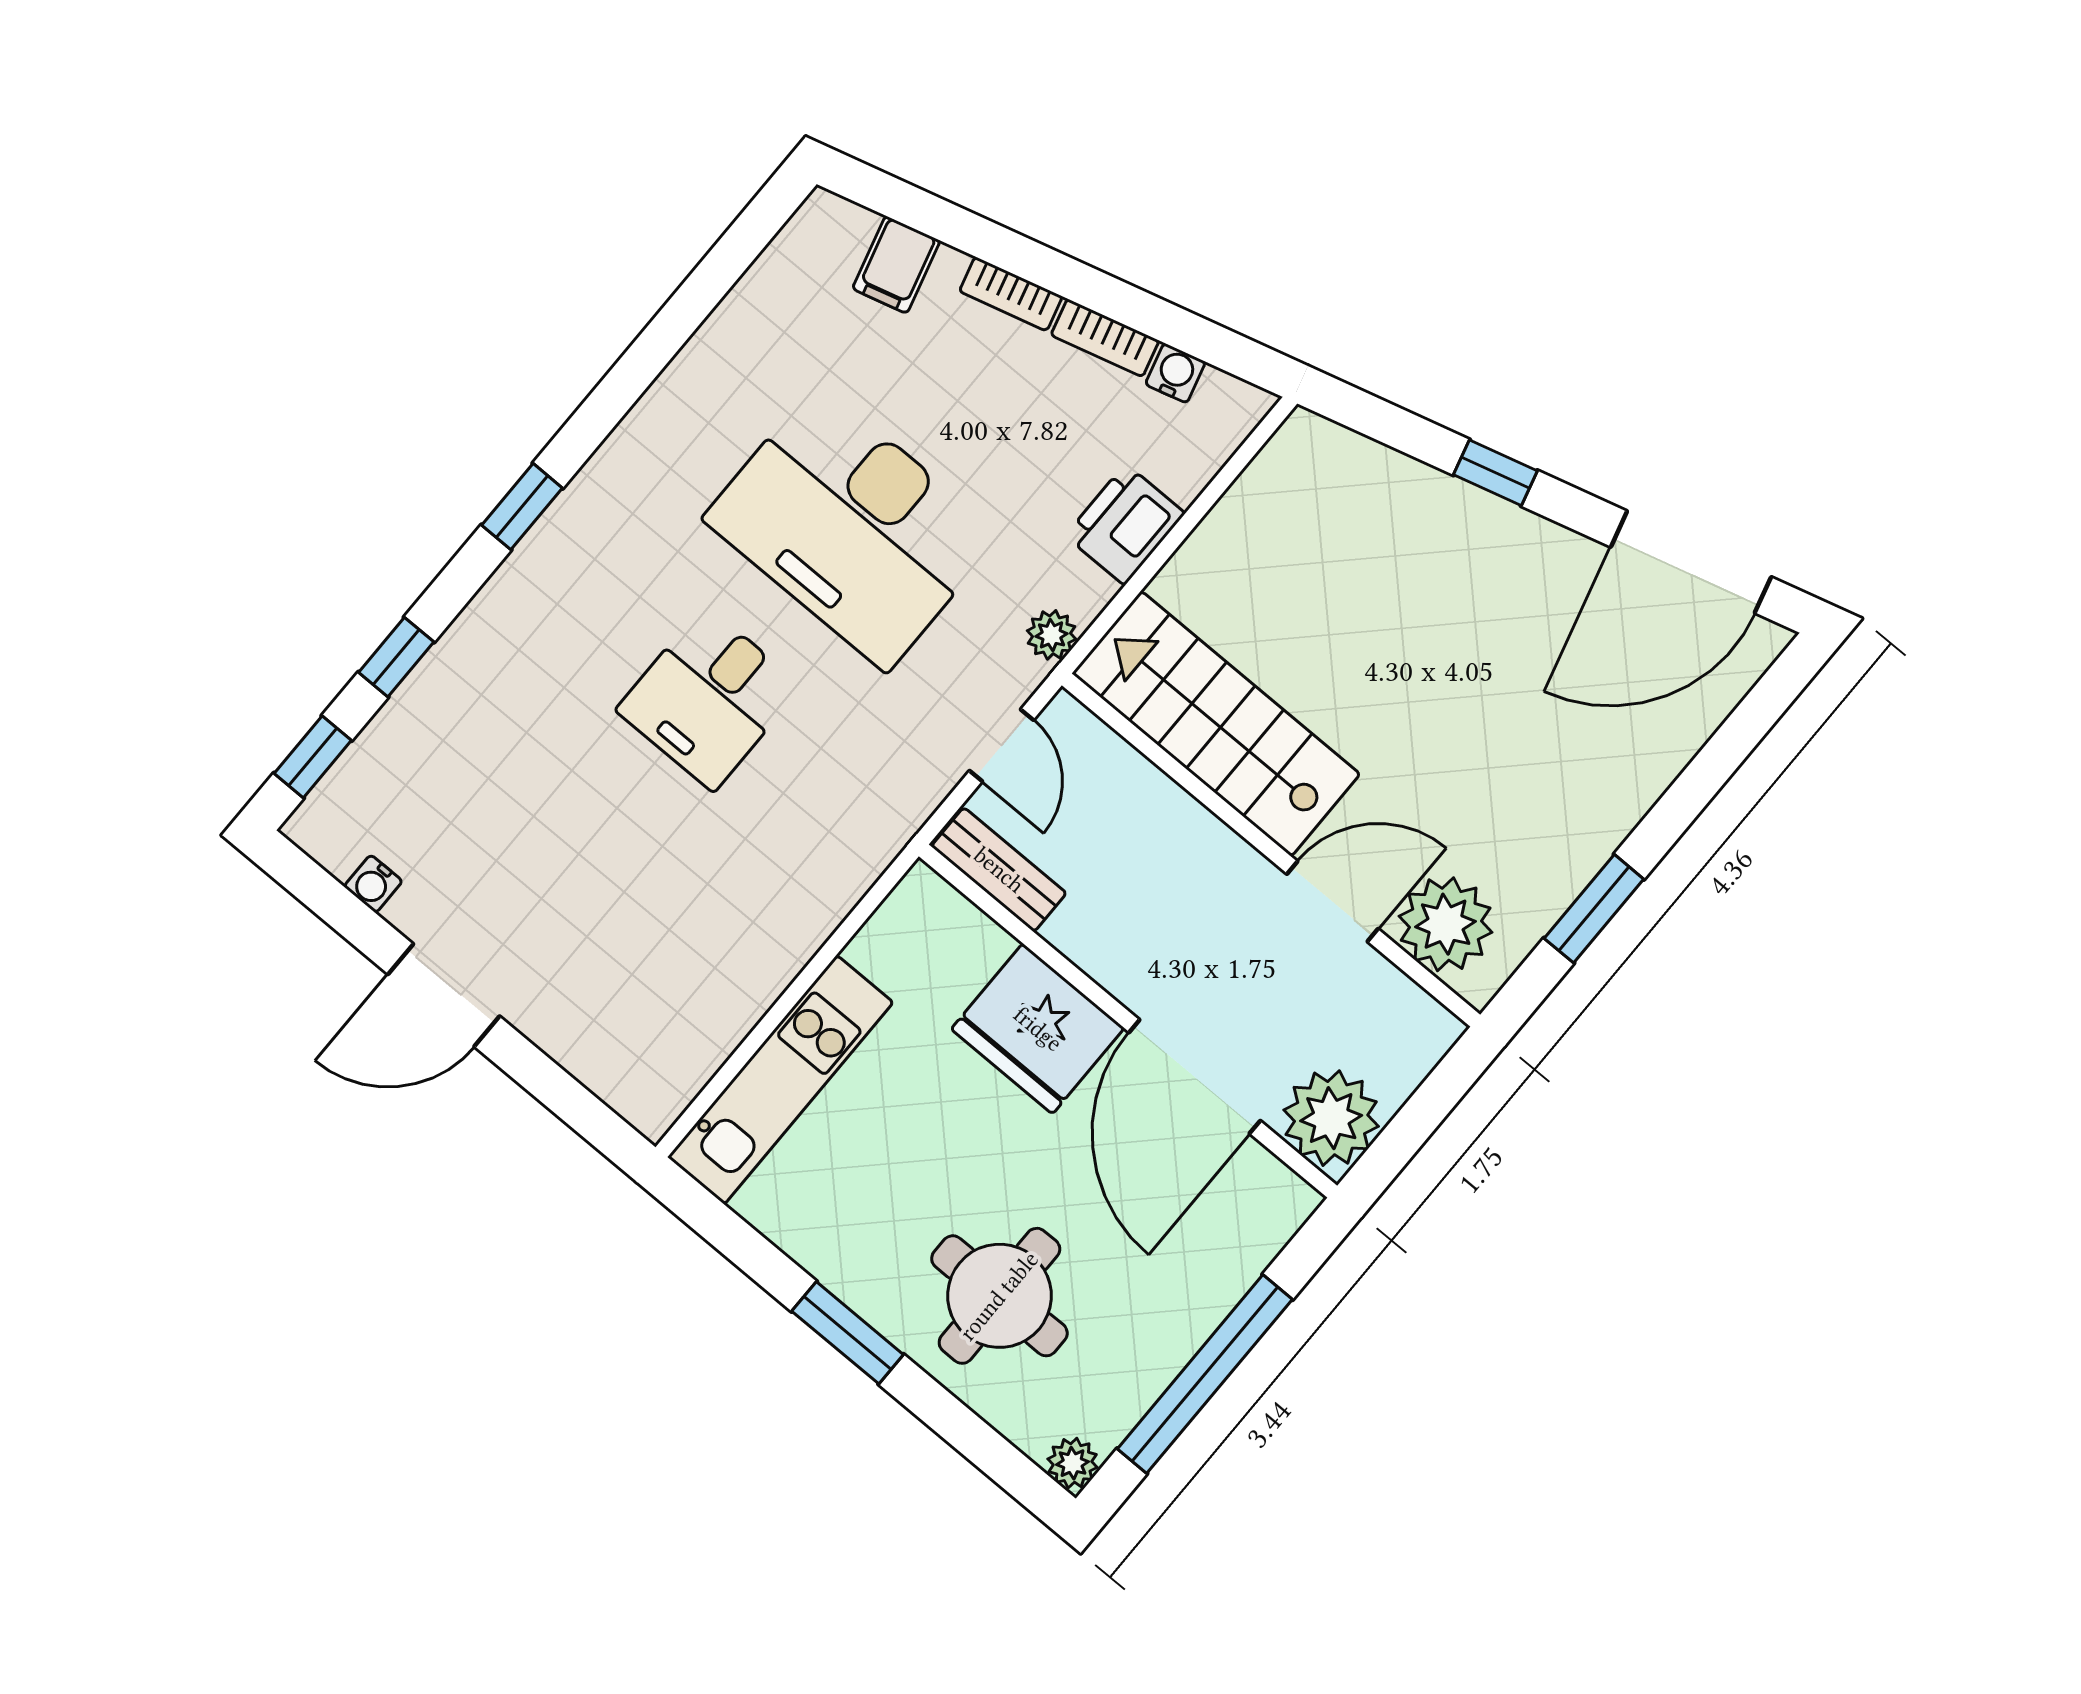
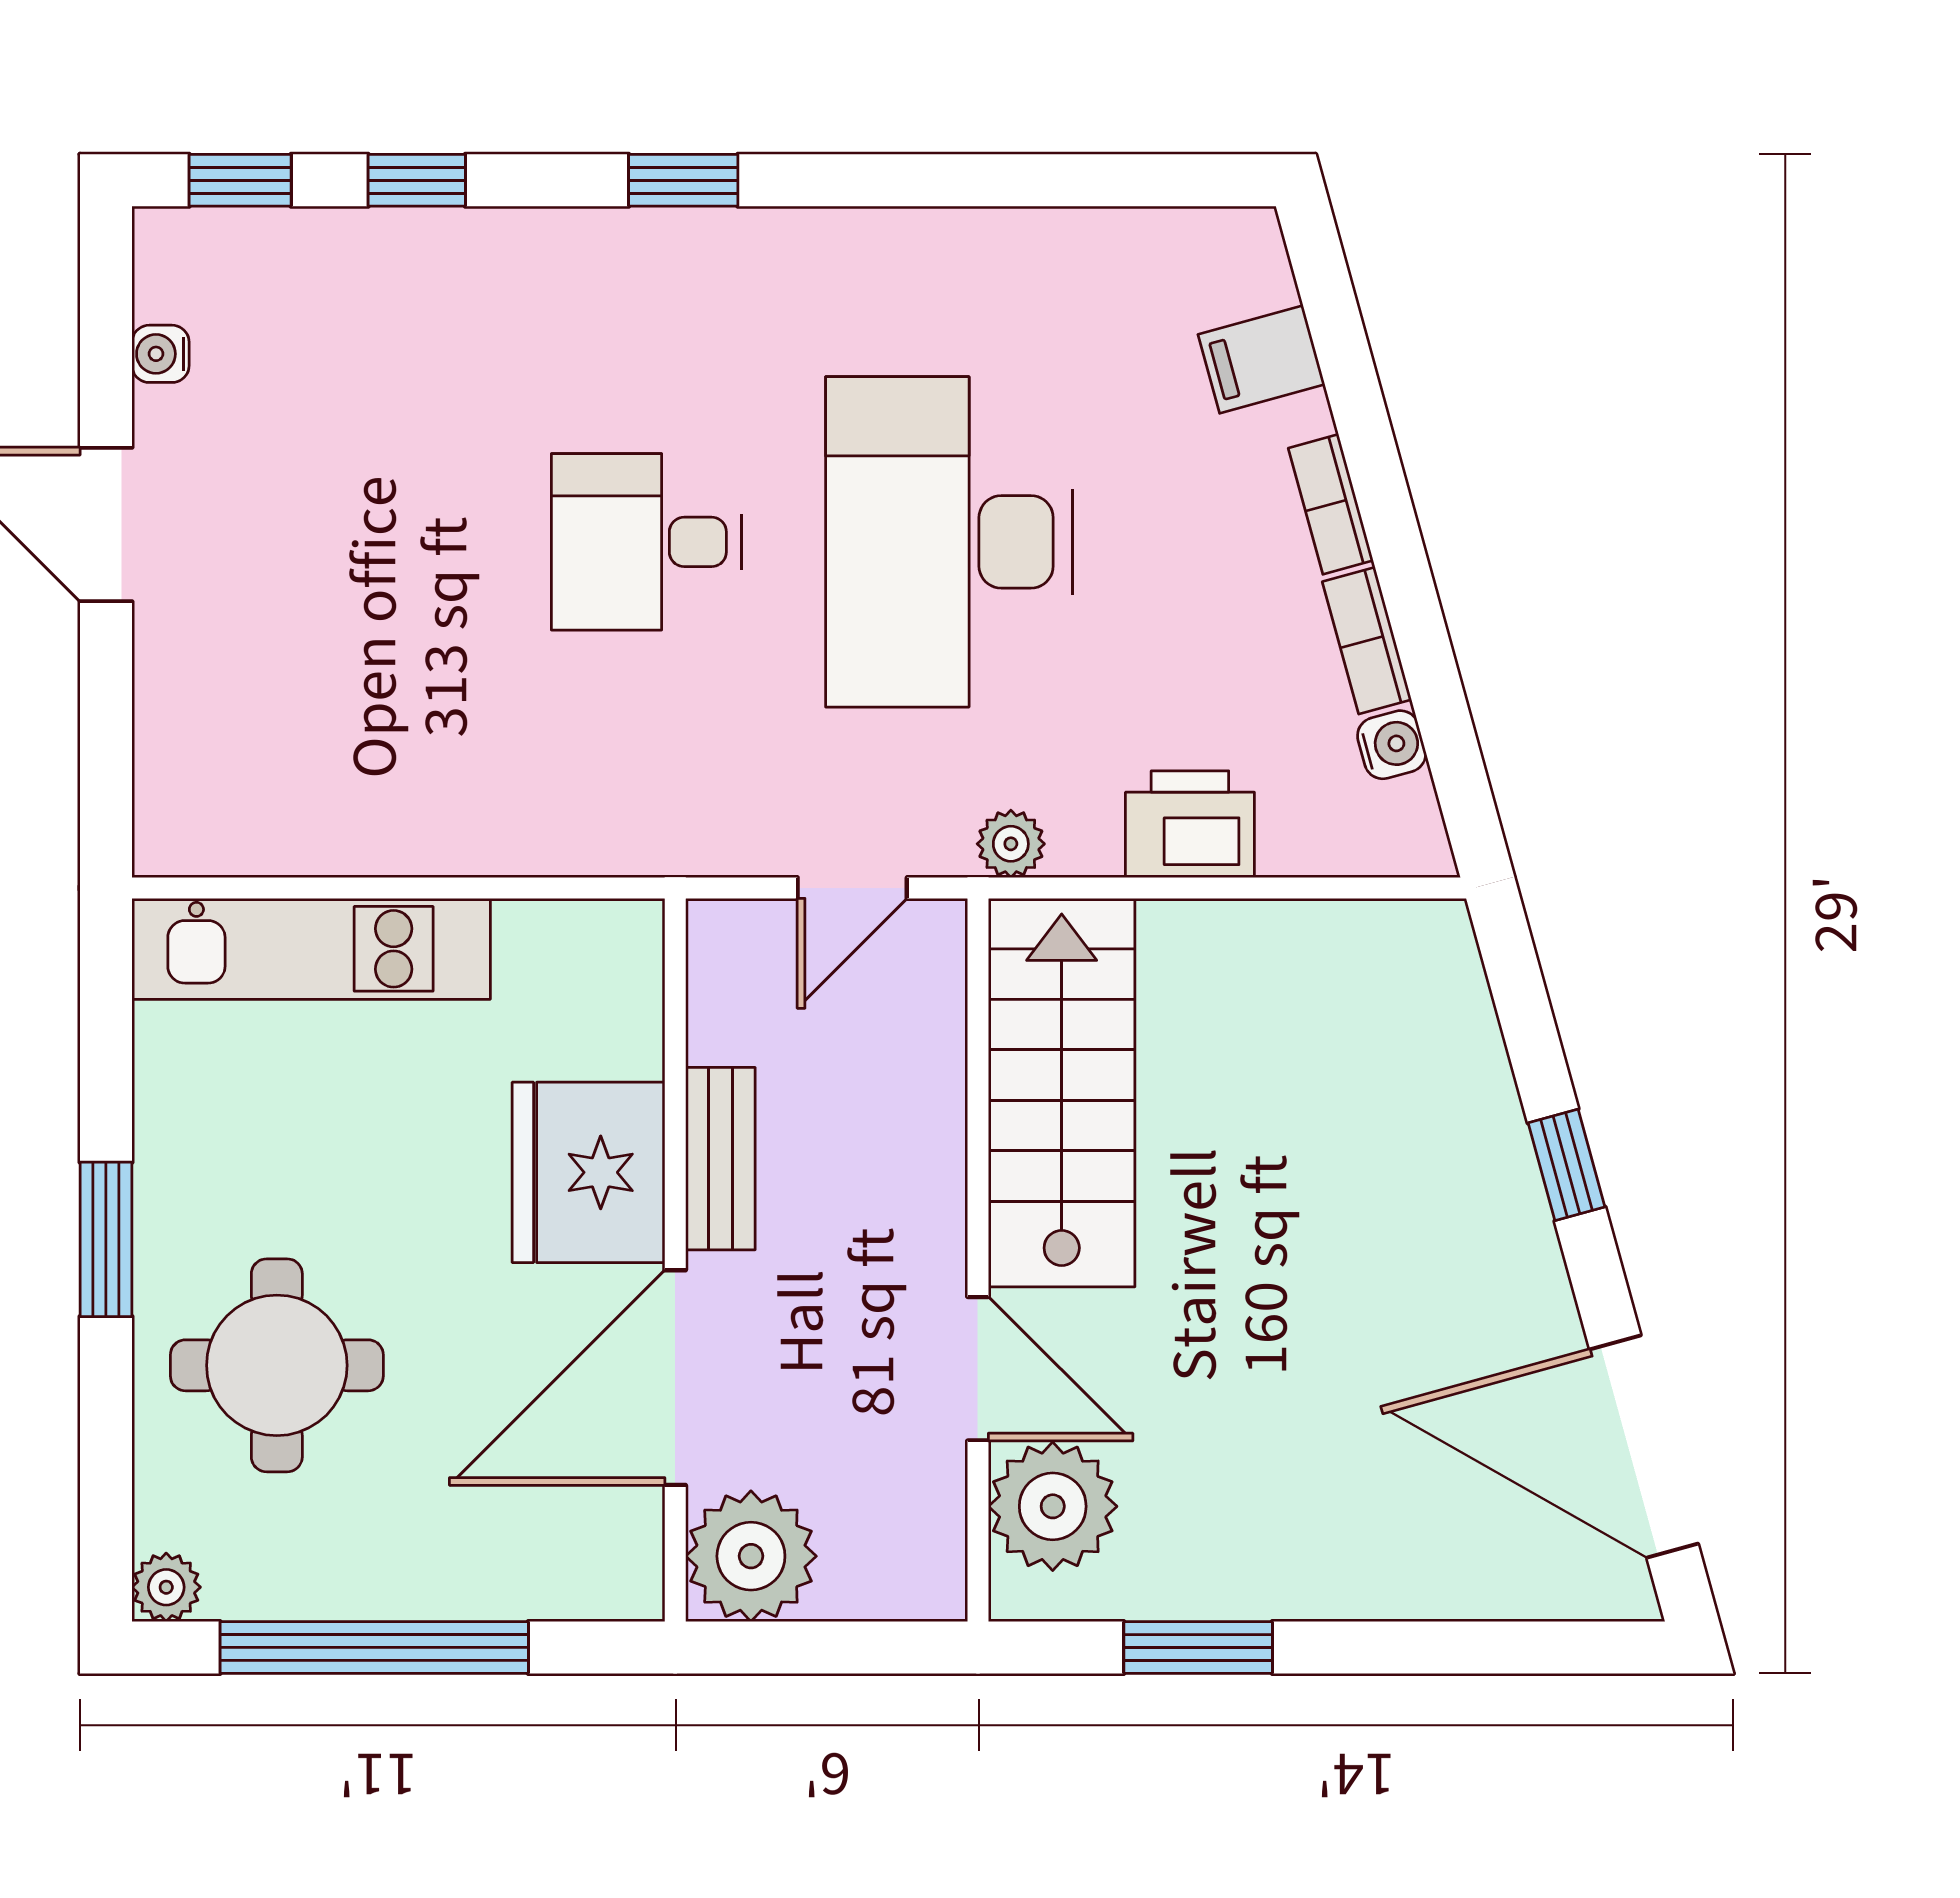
bench: (999, 870) -> (720, 1159), moved

